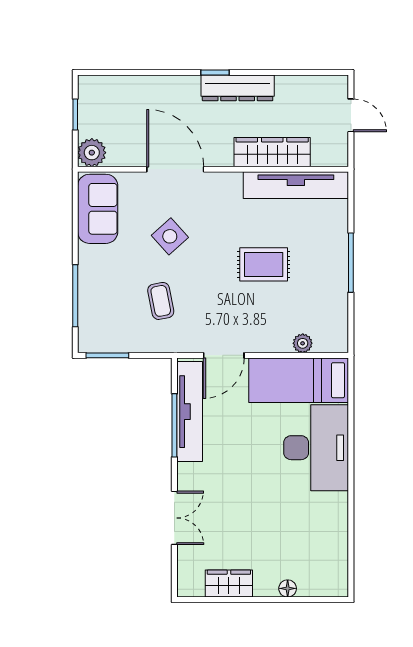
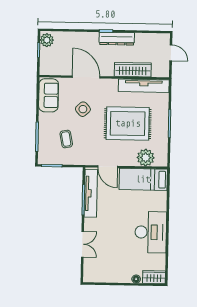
plant: (92, 153) -> (47, 40), moved
rug: (264, 264) -> (128, 123), width x1.86, depth x2.06
coffee table: (161, 301) -> (66, 139), moved
plant: (303, 343) -> (146, 158), width x1.88, depth x1.88
door: (224, 355) -> (108, 167), hinge flipped
desk: (316, 448) -> (151, 232), moved
wardrobe: (229, 584) -> (154, 277), moved

